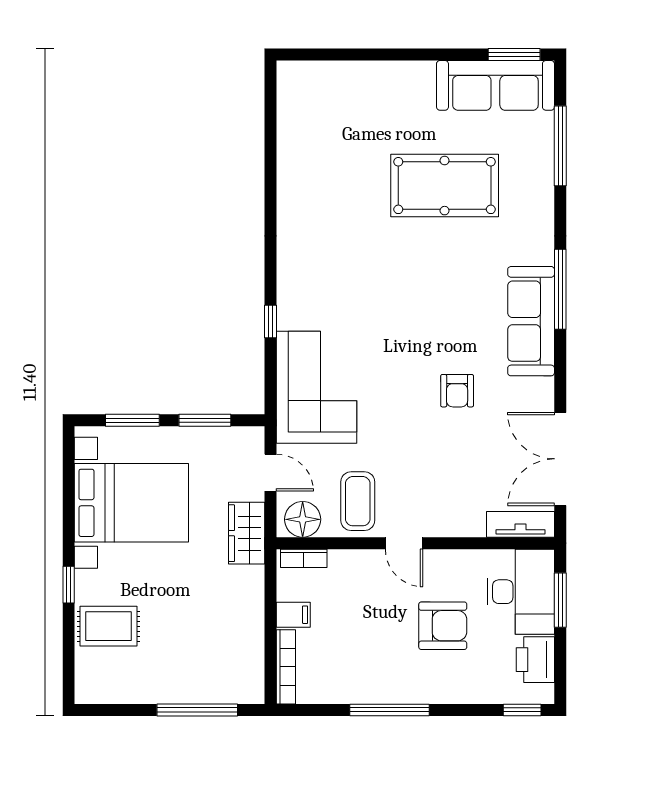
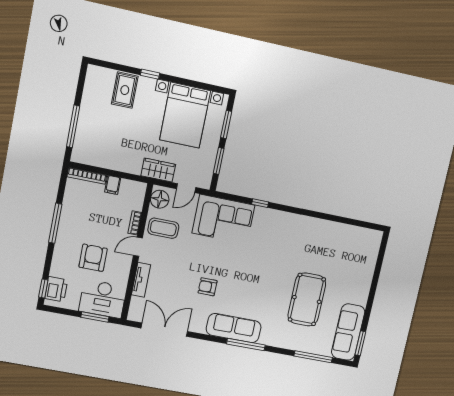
tv unit: (520, 524) -> (141, 280), moved
bookcase: (304, 558) -> (135, 223), moved
armchair: (443, 626) -> (93, 258), turned 180
printer: (535, 660) -> (56, 289), moved, turned 90

